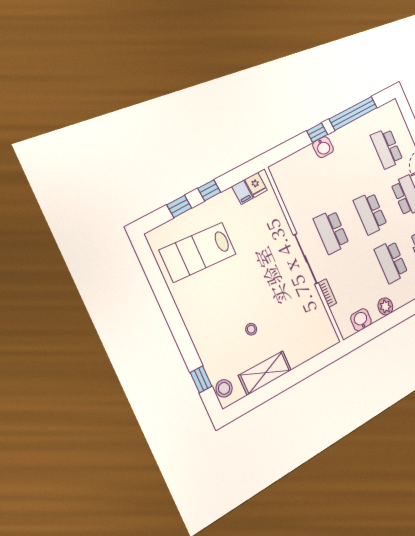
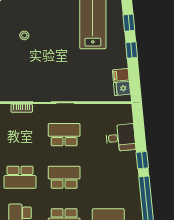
washbasin: (323, 147) -> (130, 160), removed
desk: (306, 166) -> (121, 138), added
school desk: (391, 262) -> (20, 177), turned 180

